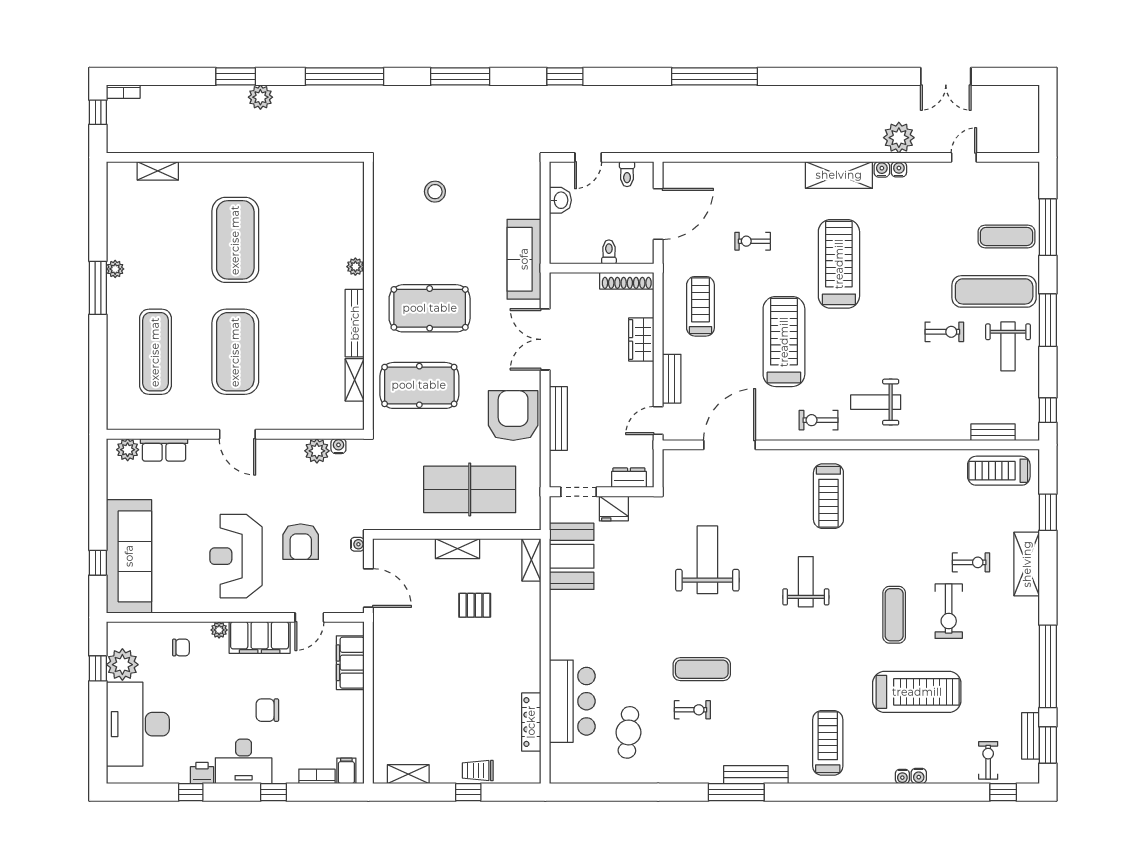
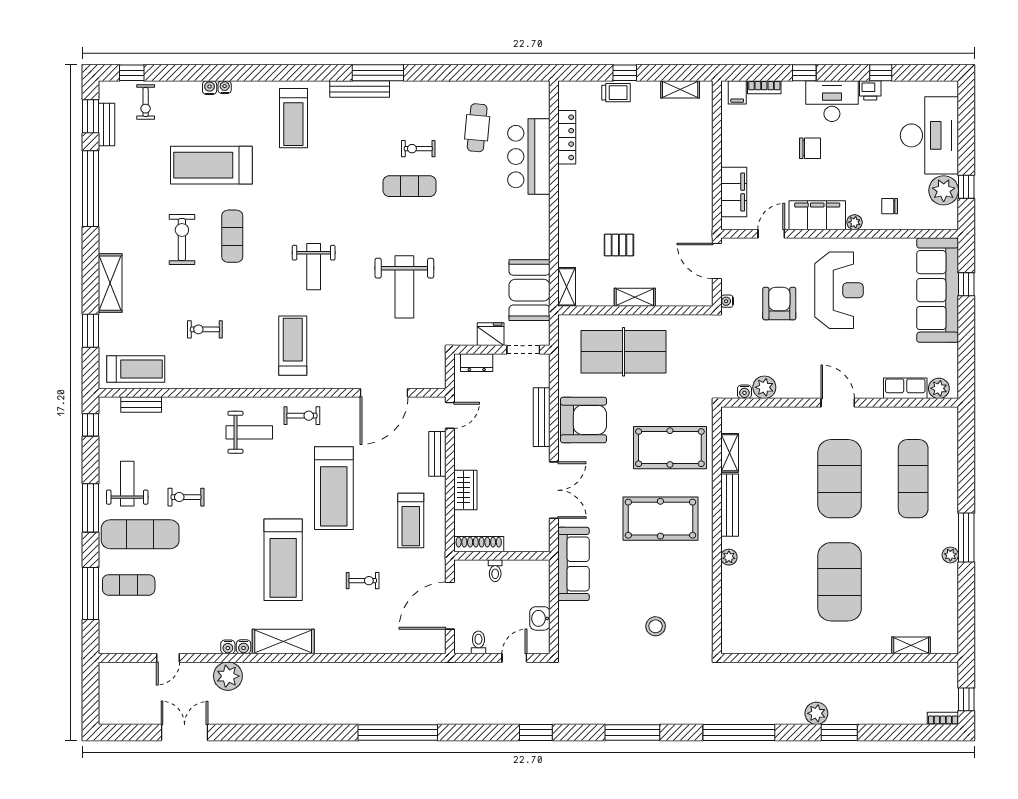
armchair: (513, 415) -> (583, 420), turned -90
exercise bike: (971, 562) -> (205, 329), moved

